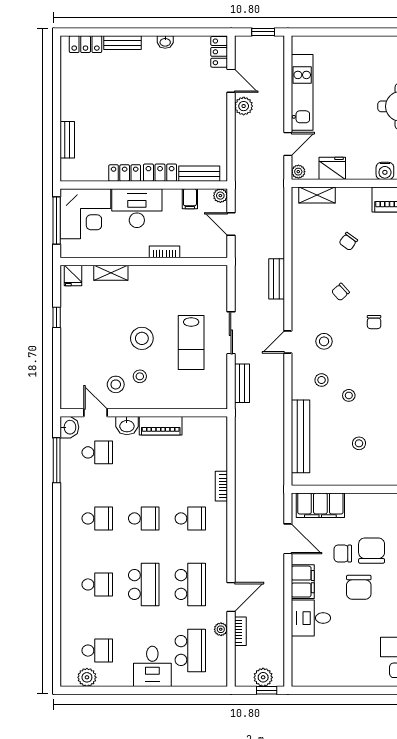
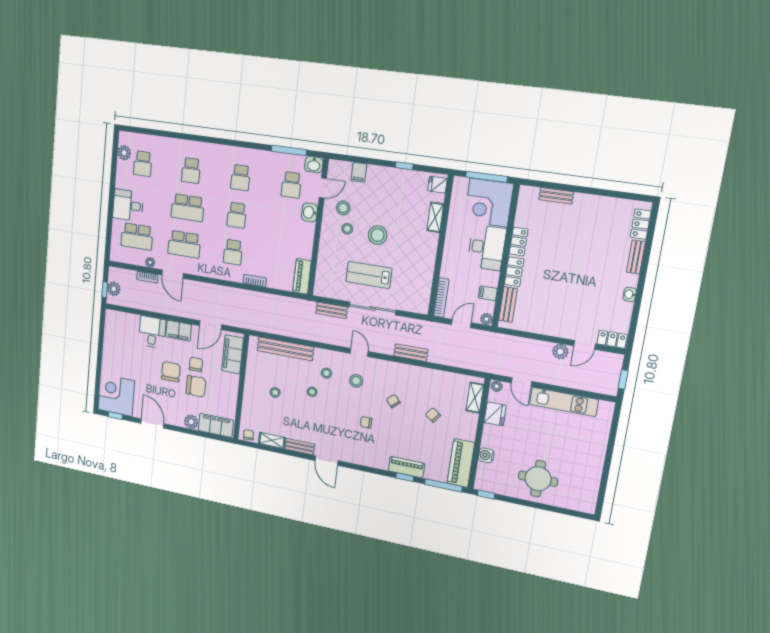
bookcase: (164, 252) -> (441, 298), moved, width x1.56
sliding door: (231, 333) -> (373, 308), width x1.37
filing cabinet: (71, 371) -> (359, 172), added
piano: (161, 426) -> (302, 276), moved
chair: (359, 587) -> (171, 372), turned 90

